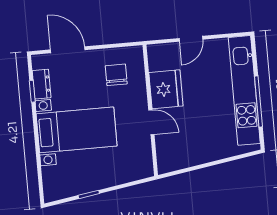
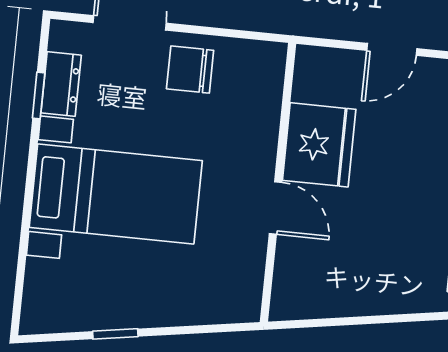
chair: (116, 75) -> (190, 70), moved, turned -90

